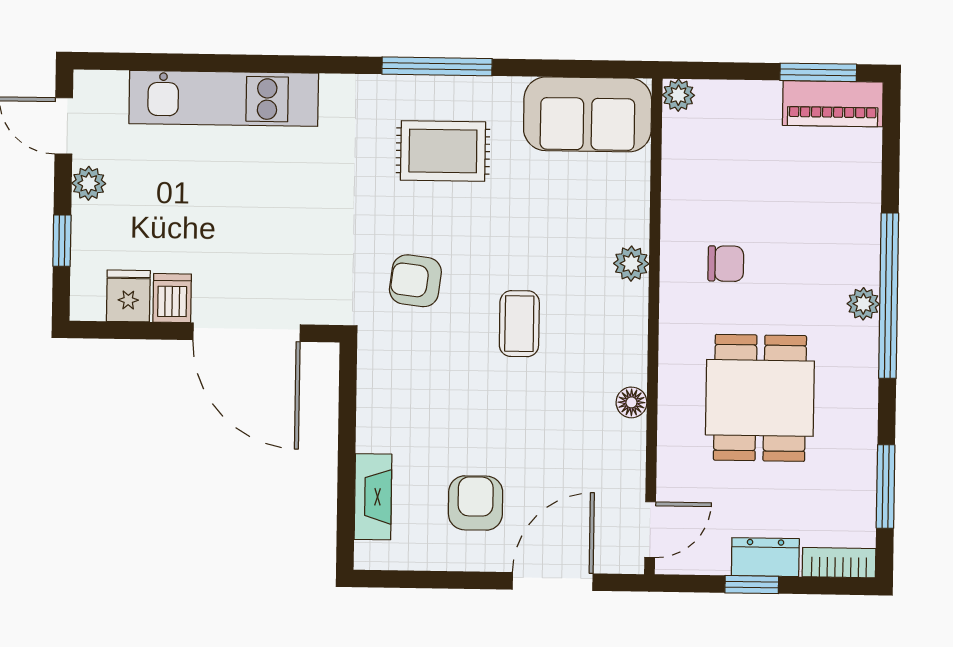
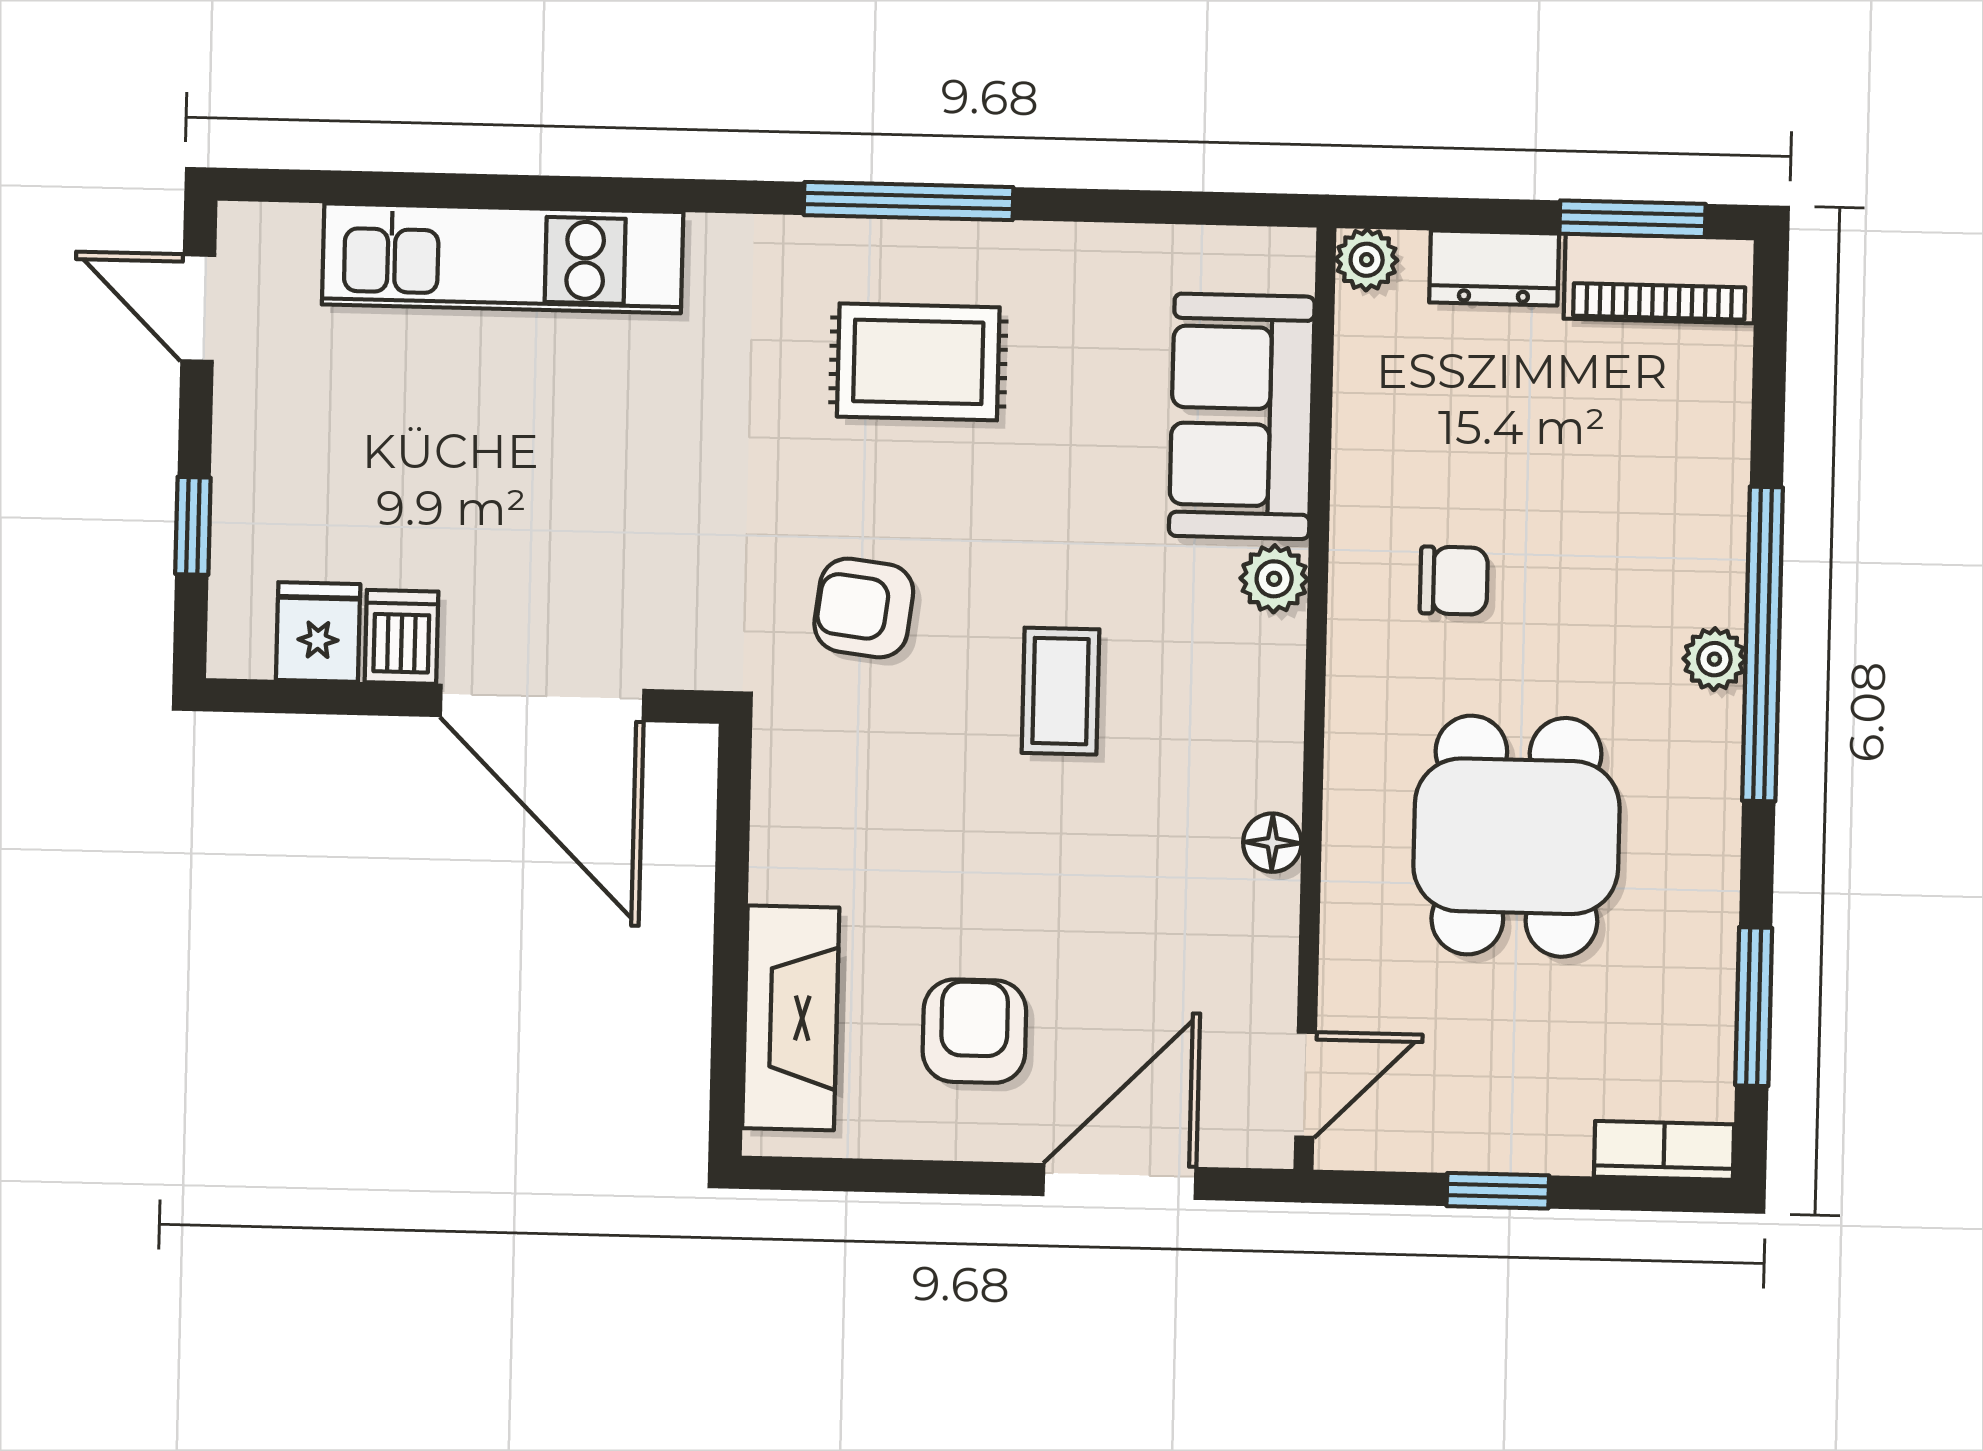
sofa: (588, 114) -> (1242, 416), moved, turned 90
plant: (89, 183) -> (245, 417), removed
fireplace: (373, 497) -> (791, 1018), width x1.37, depth x1.32
dresser: (765, 557) -> (1494, 268), moved, turned 180

